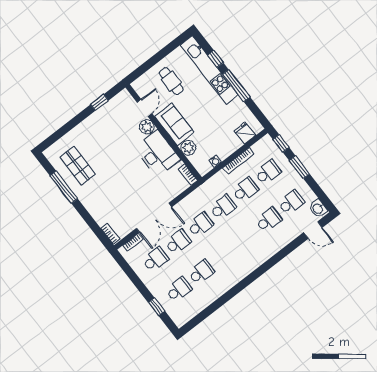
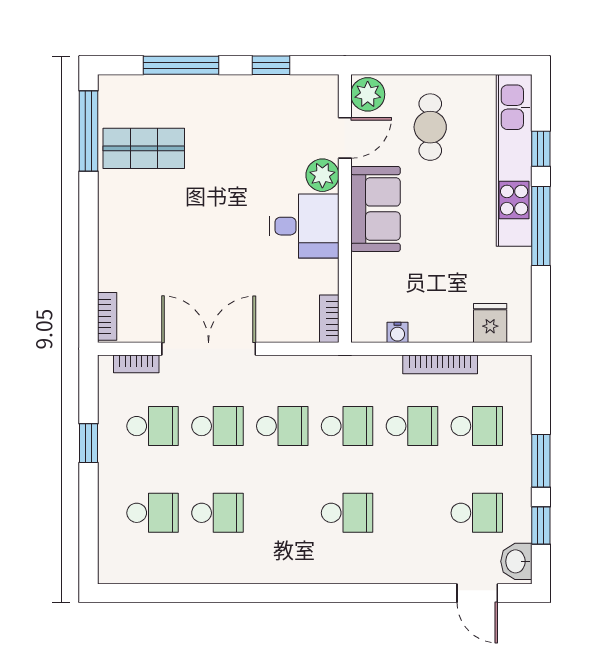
window: (68, 127) -> (181, 65), added
window: (281, 143) -> (541, 526), moved
plant: (188, 148) -> (368, 94), moved
desk: (157, 154) -> (304, 226), width x0.73
shop shelf: (78, 166) -> (144, 148), turned 90
window: (64, 187) -> (89, 131), moved
double door: (154, 218) -> (209, 349), swing flipped
school desk: (269, 220) -> (347, 513), moved
window: (156, 307) -> (89, 443), moved

